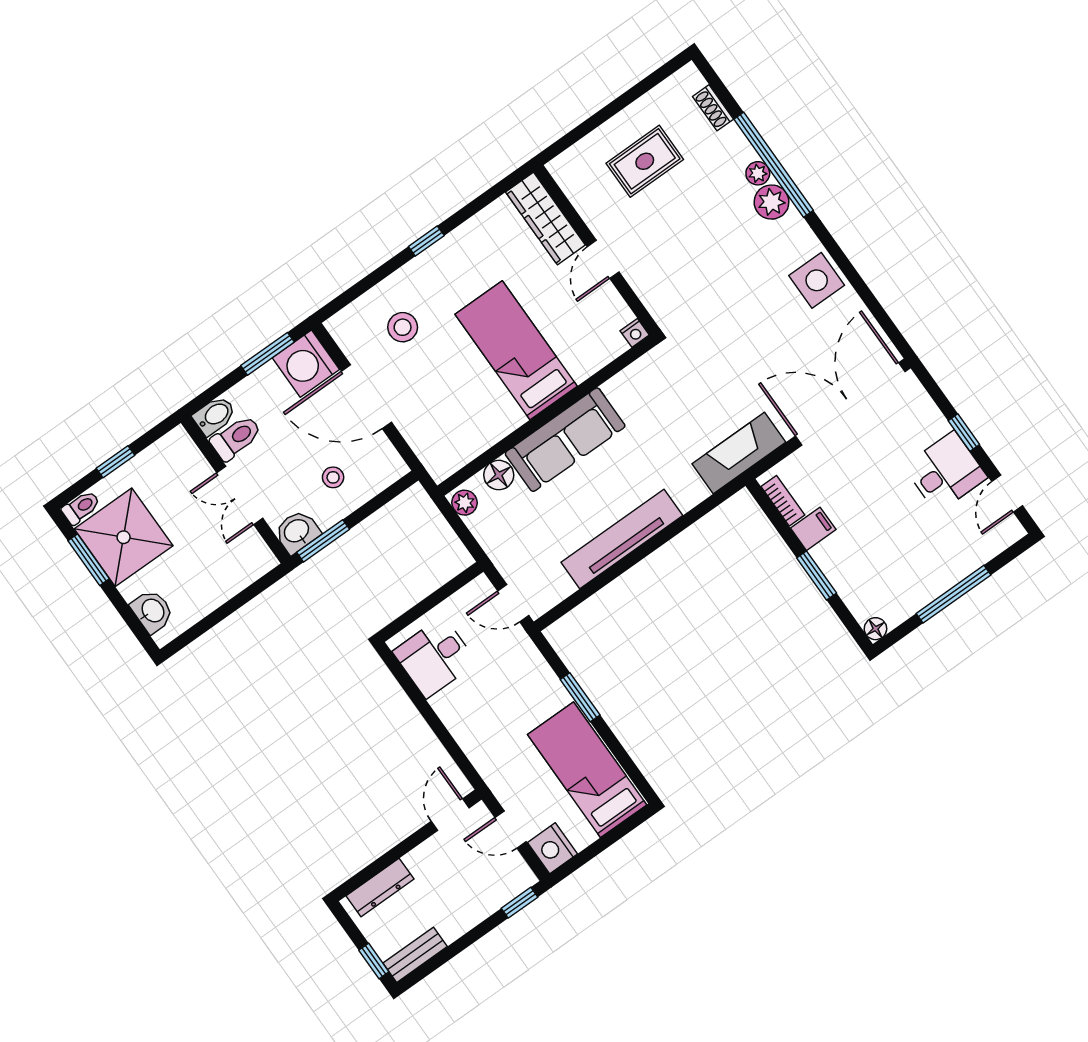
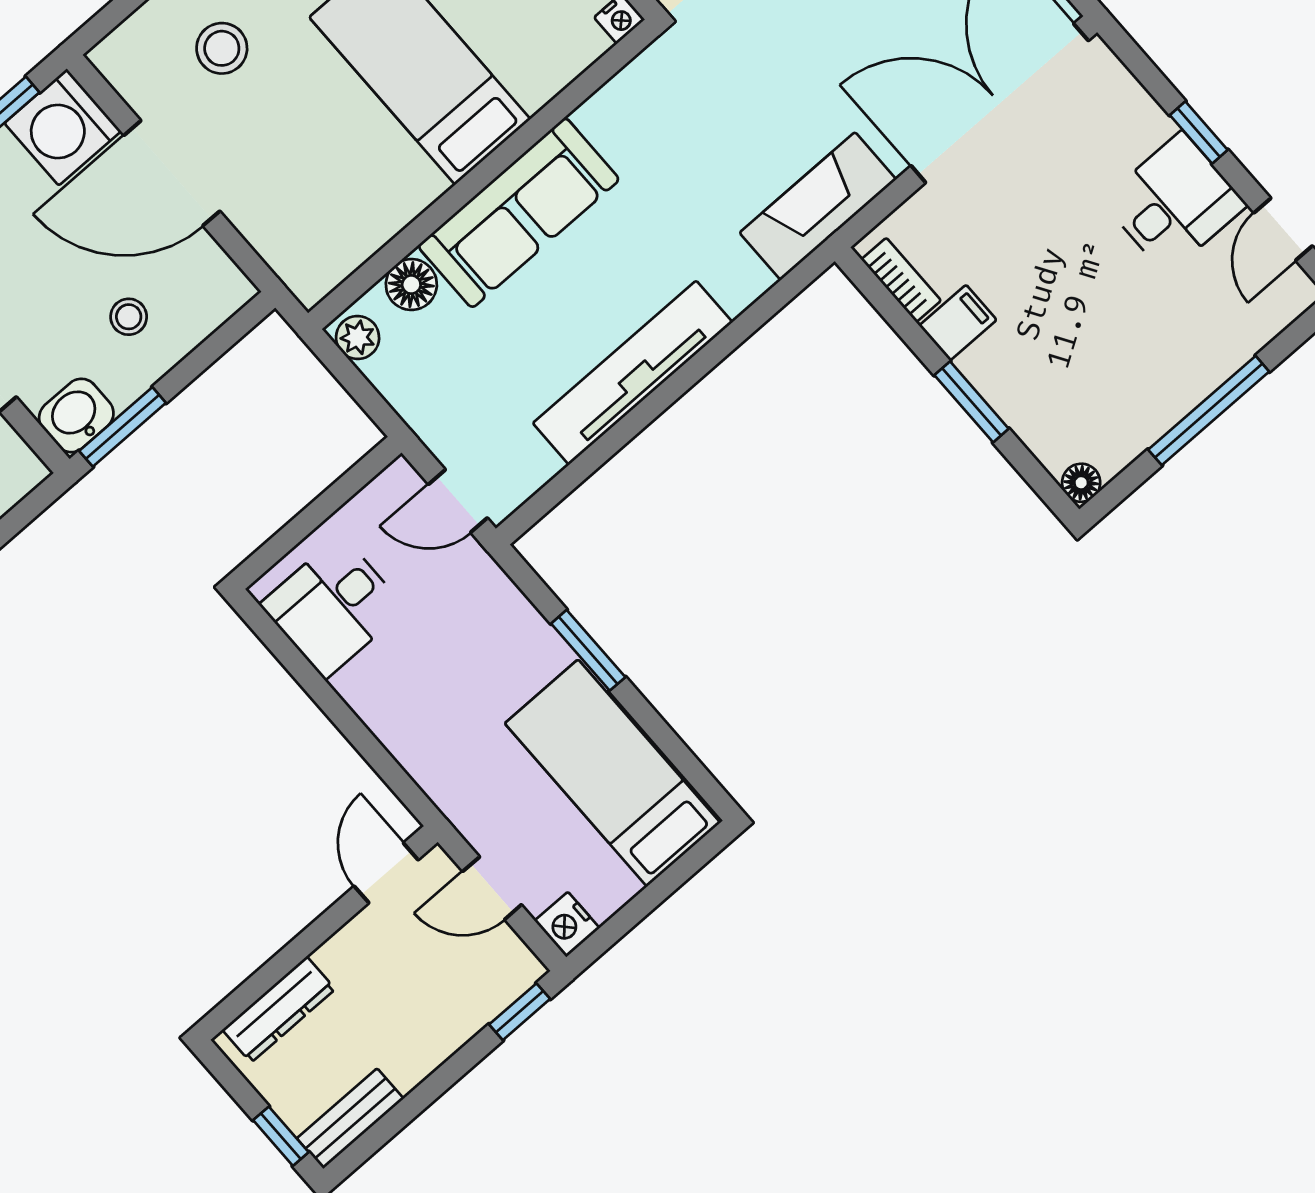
nightstand: (552, 848) -> (567, 924), width x0.74, depth x0.75

